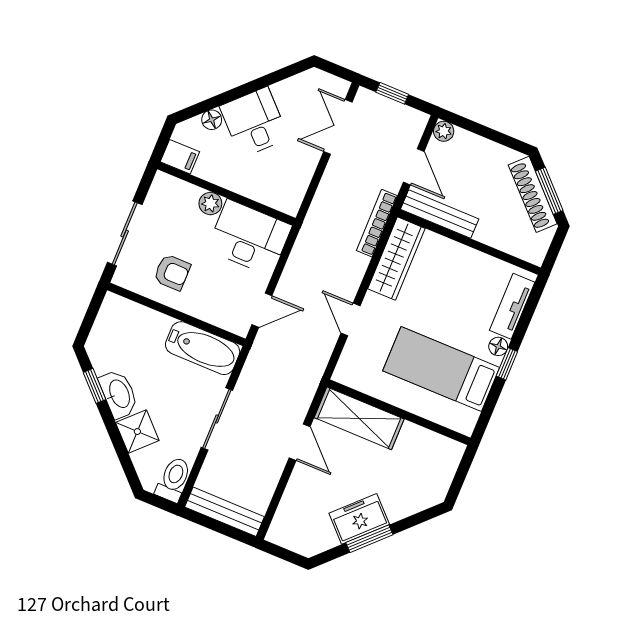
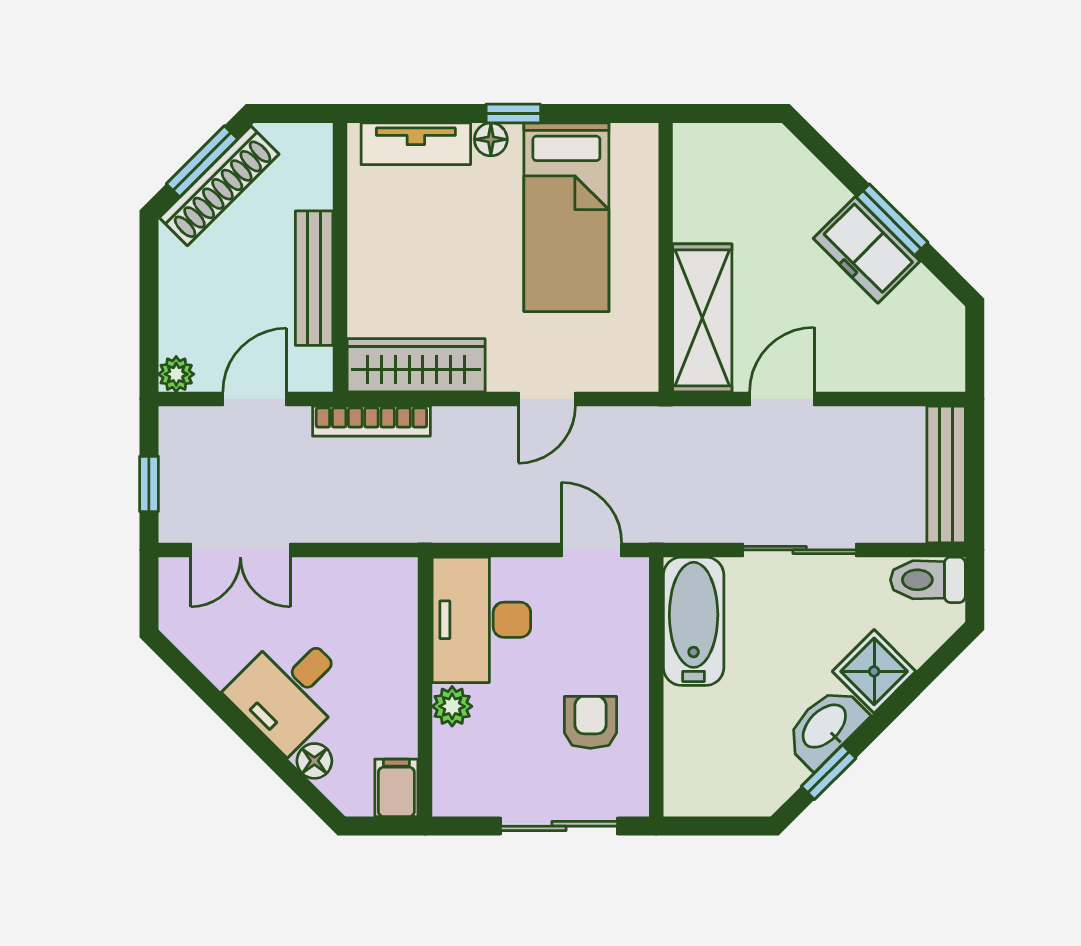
bench: (440, 214) -> (314, 278), moved

